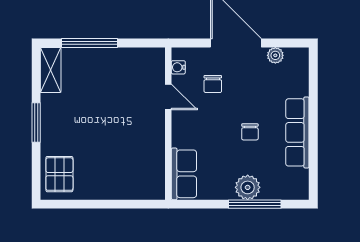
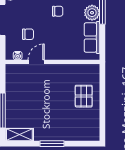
pallet: (59, 174) -> (84, 96), moved, turned 90
row of seats: (184, 174) -> (92, 38), moved, turned -90

